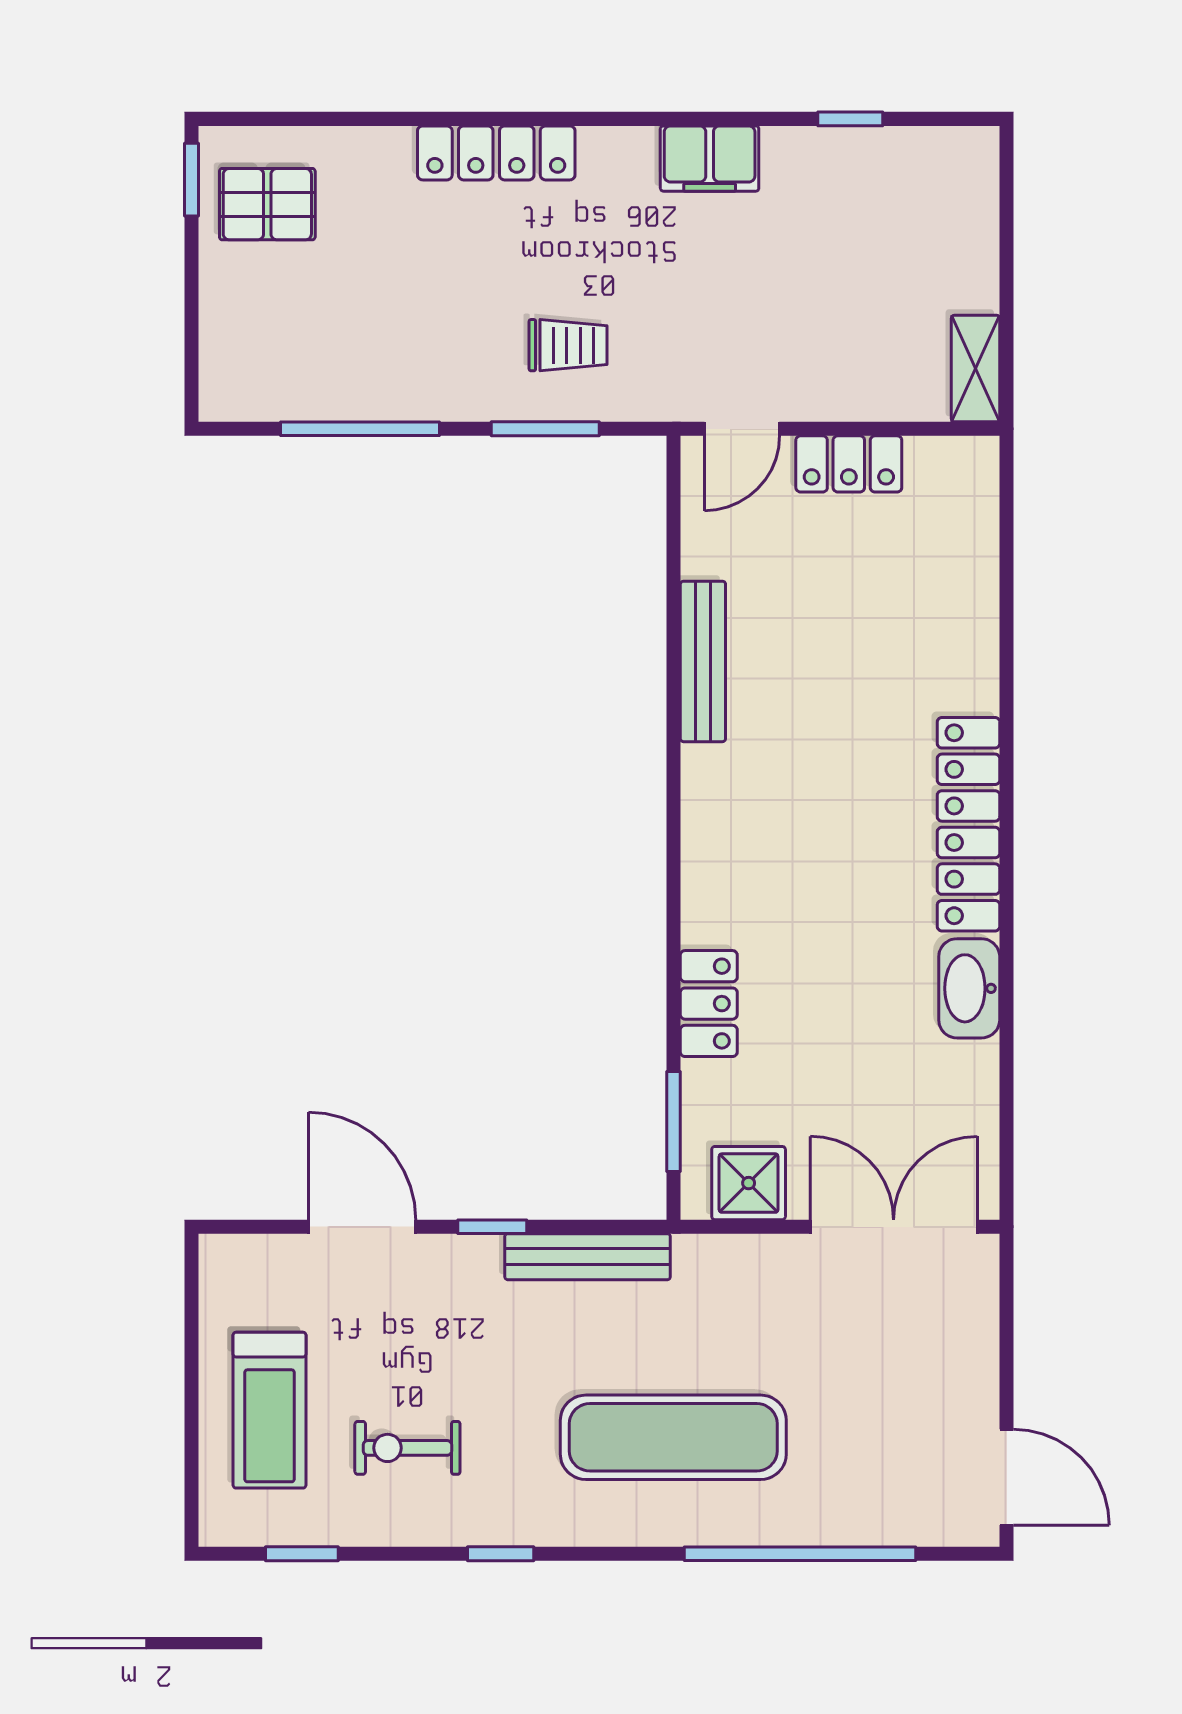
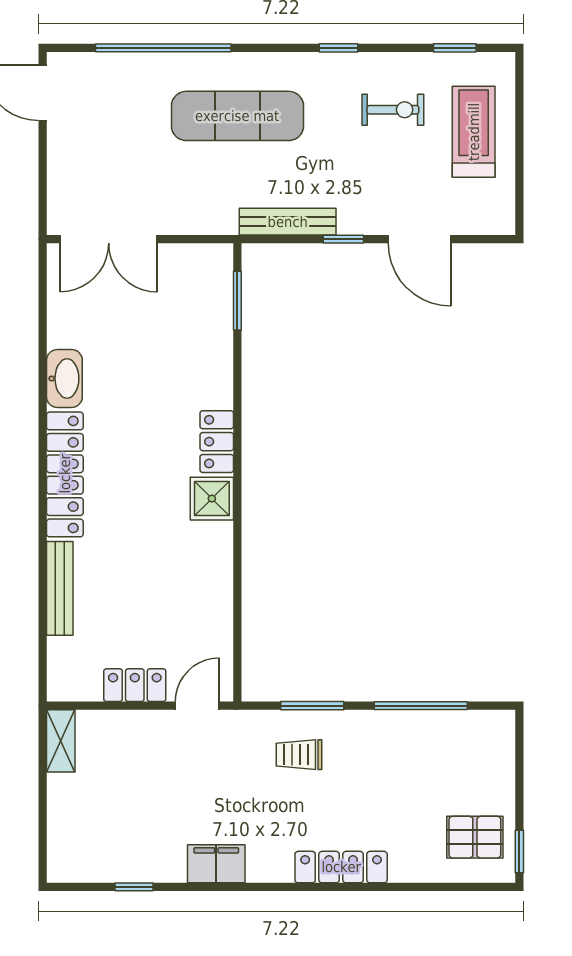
bench: (703, 661) -> (60, 588), moved
locker: (709, 1004) -> (217, 442), moved
shower: (749, 1183) -> (212, 499), moved

